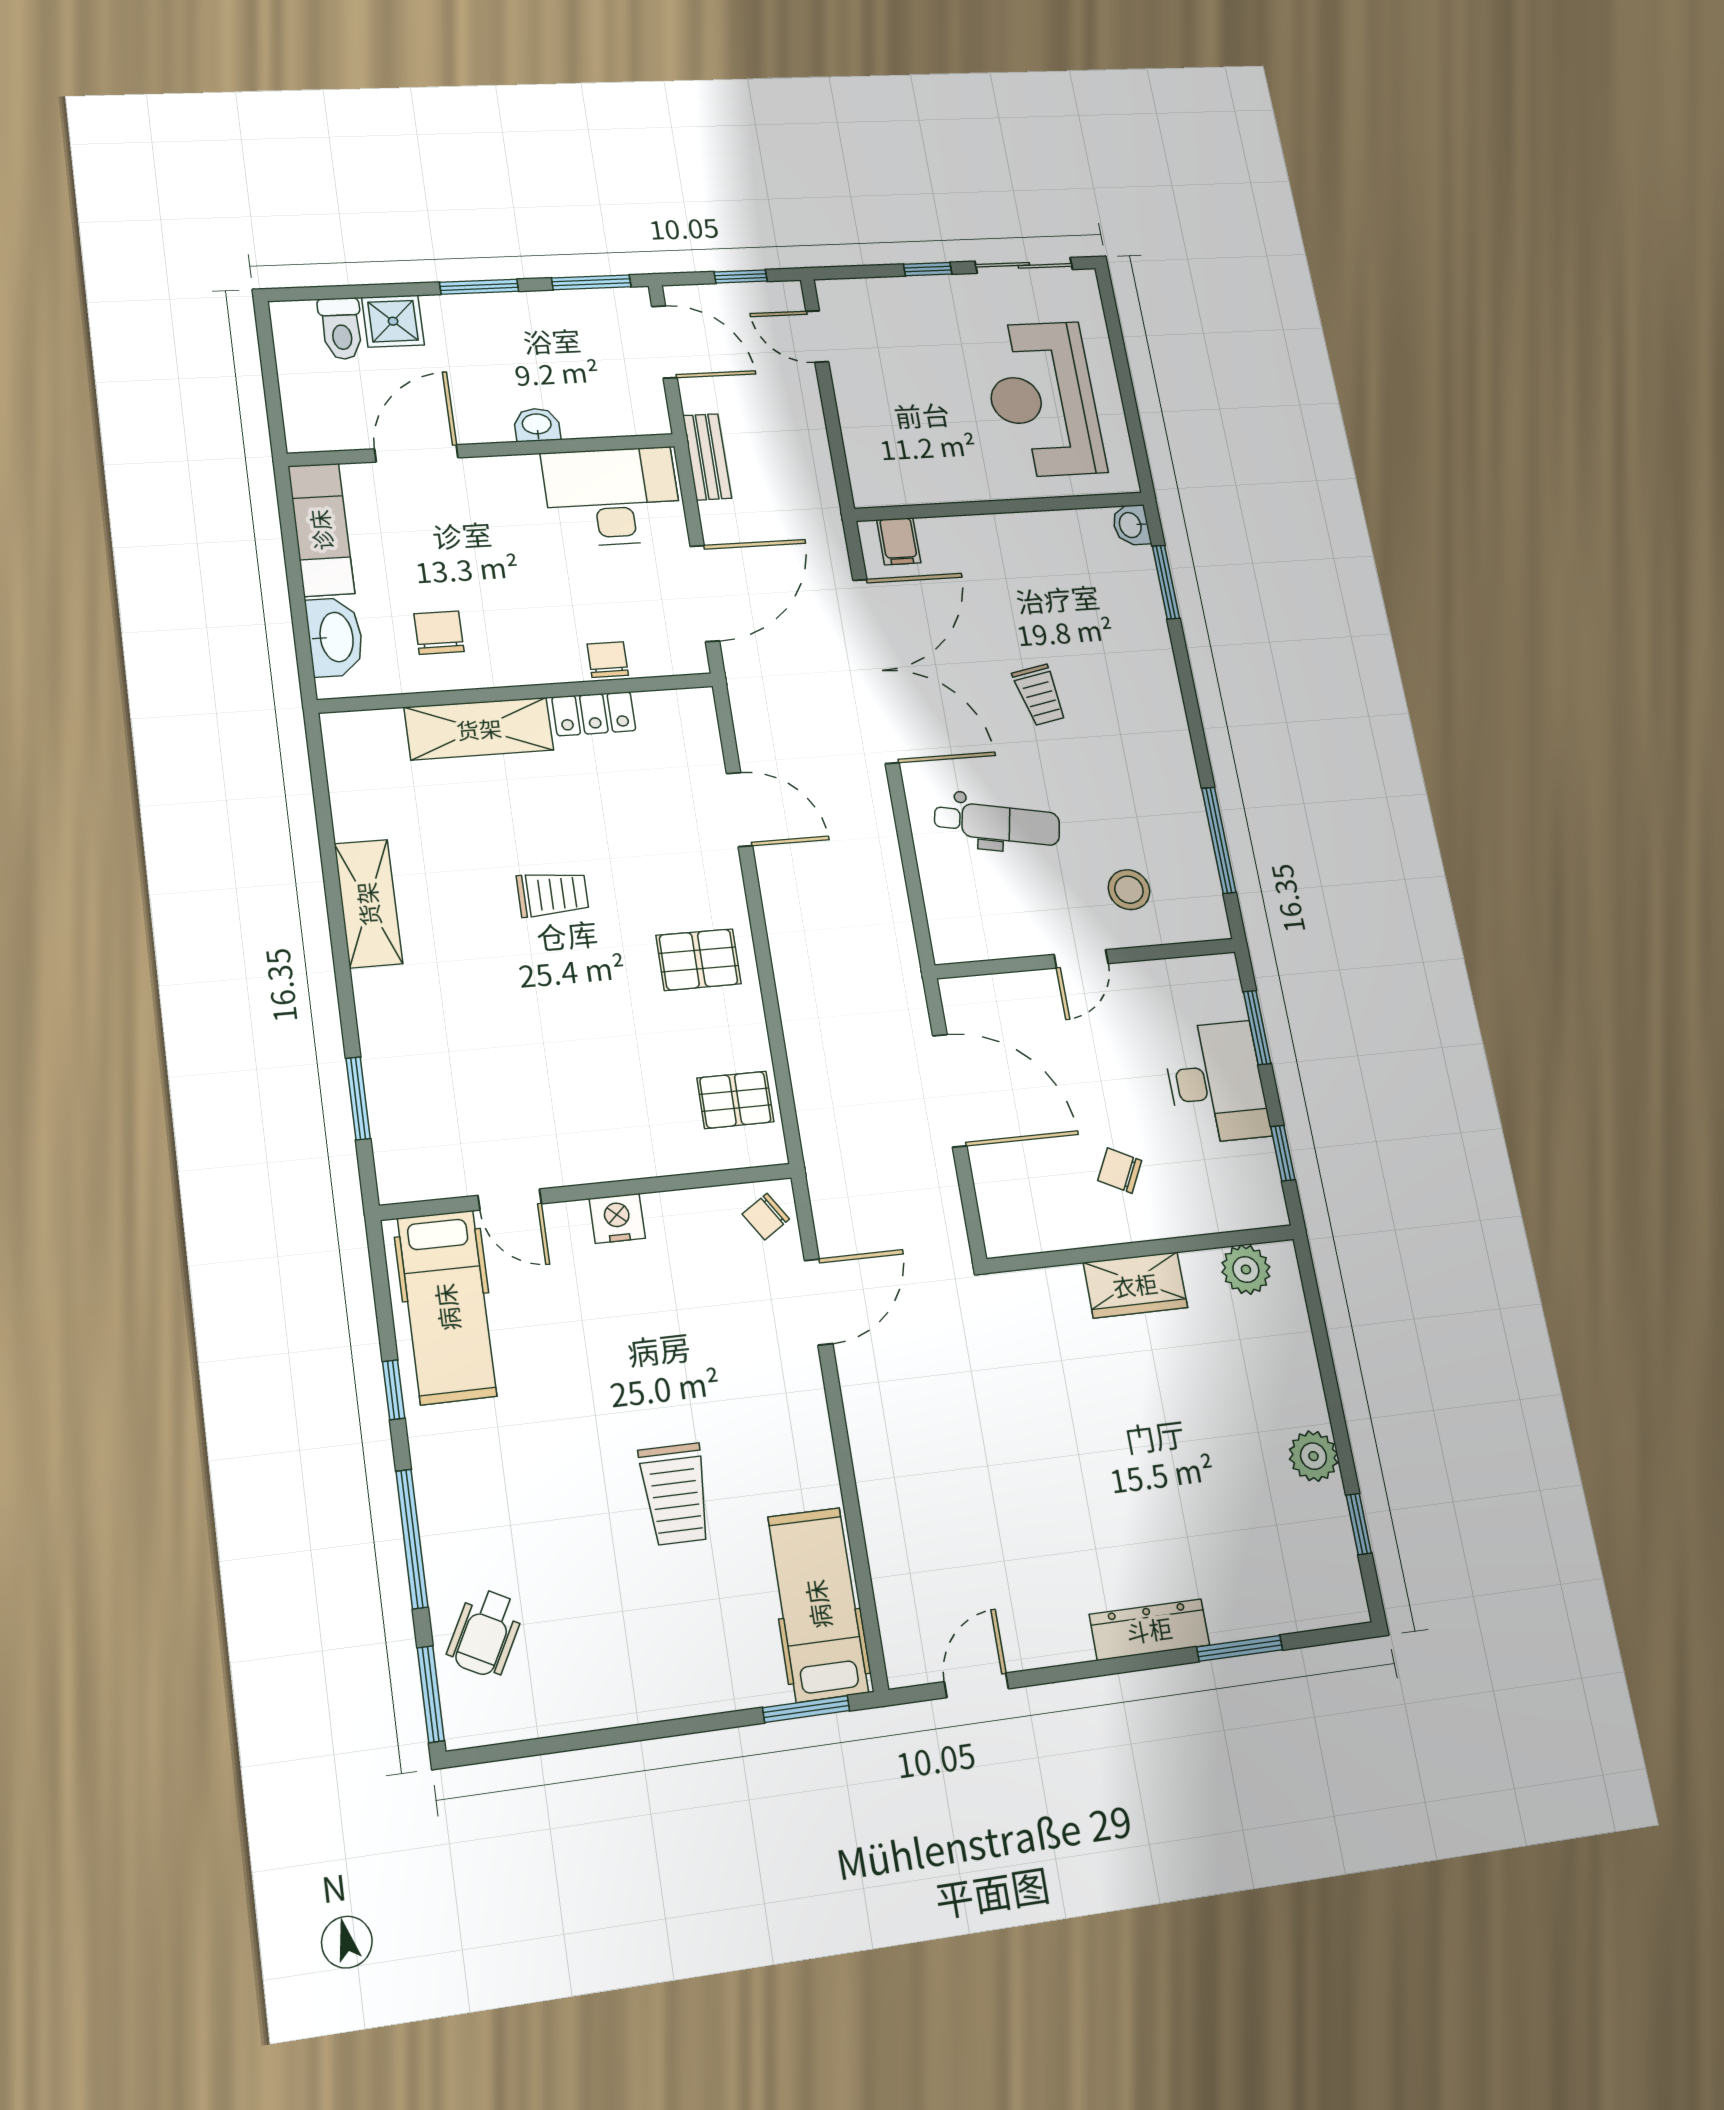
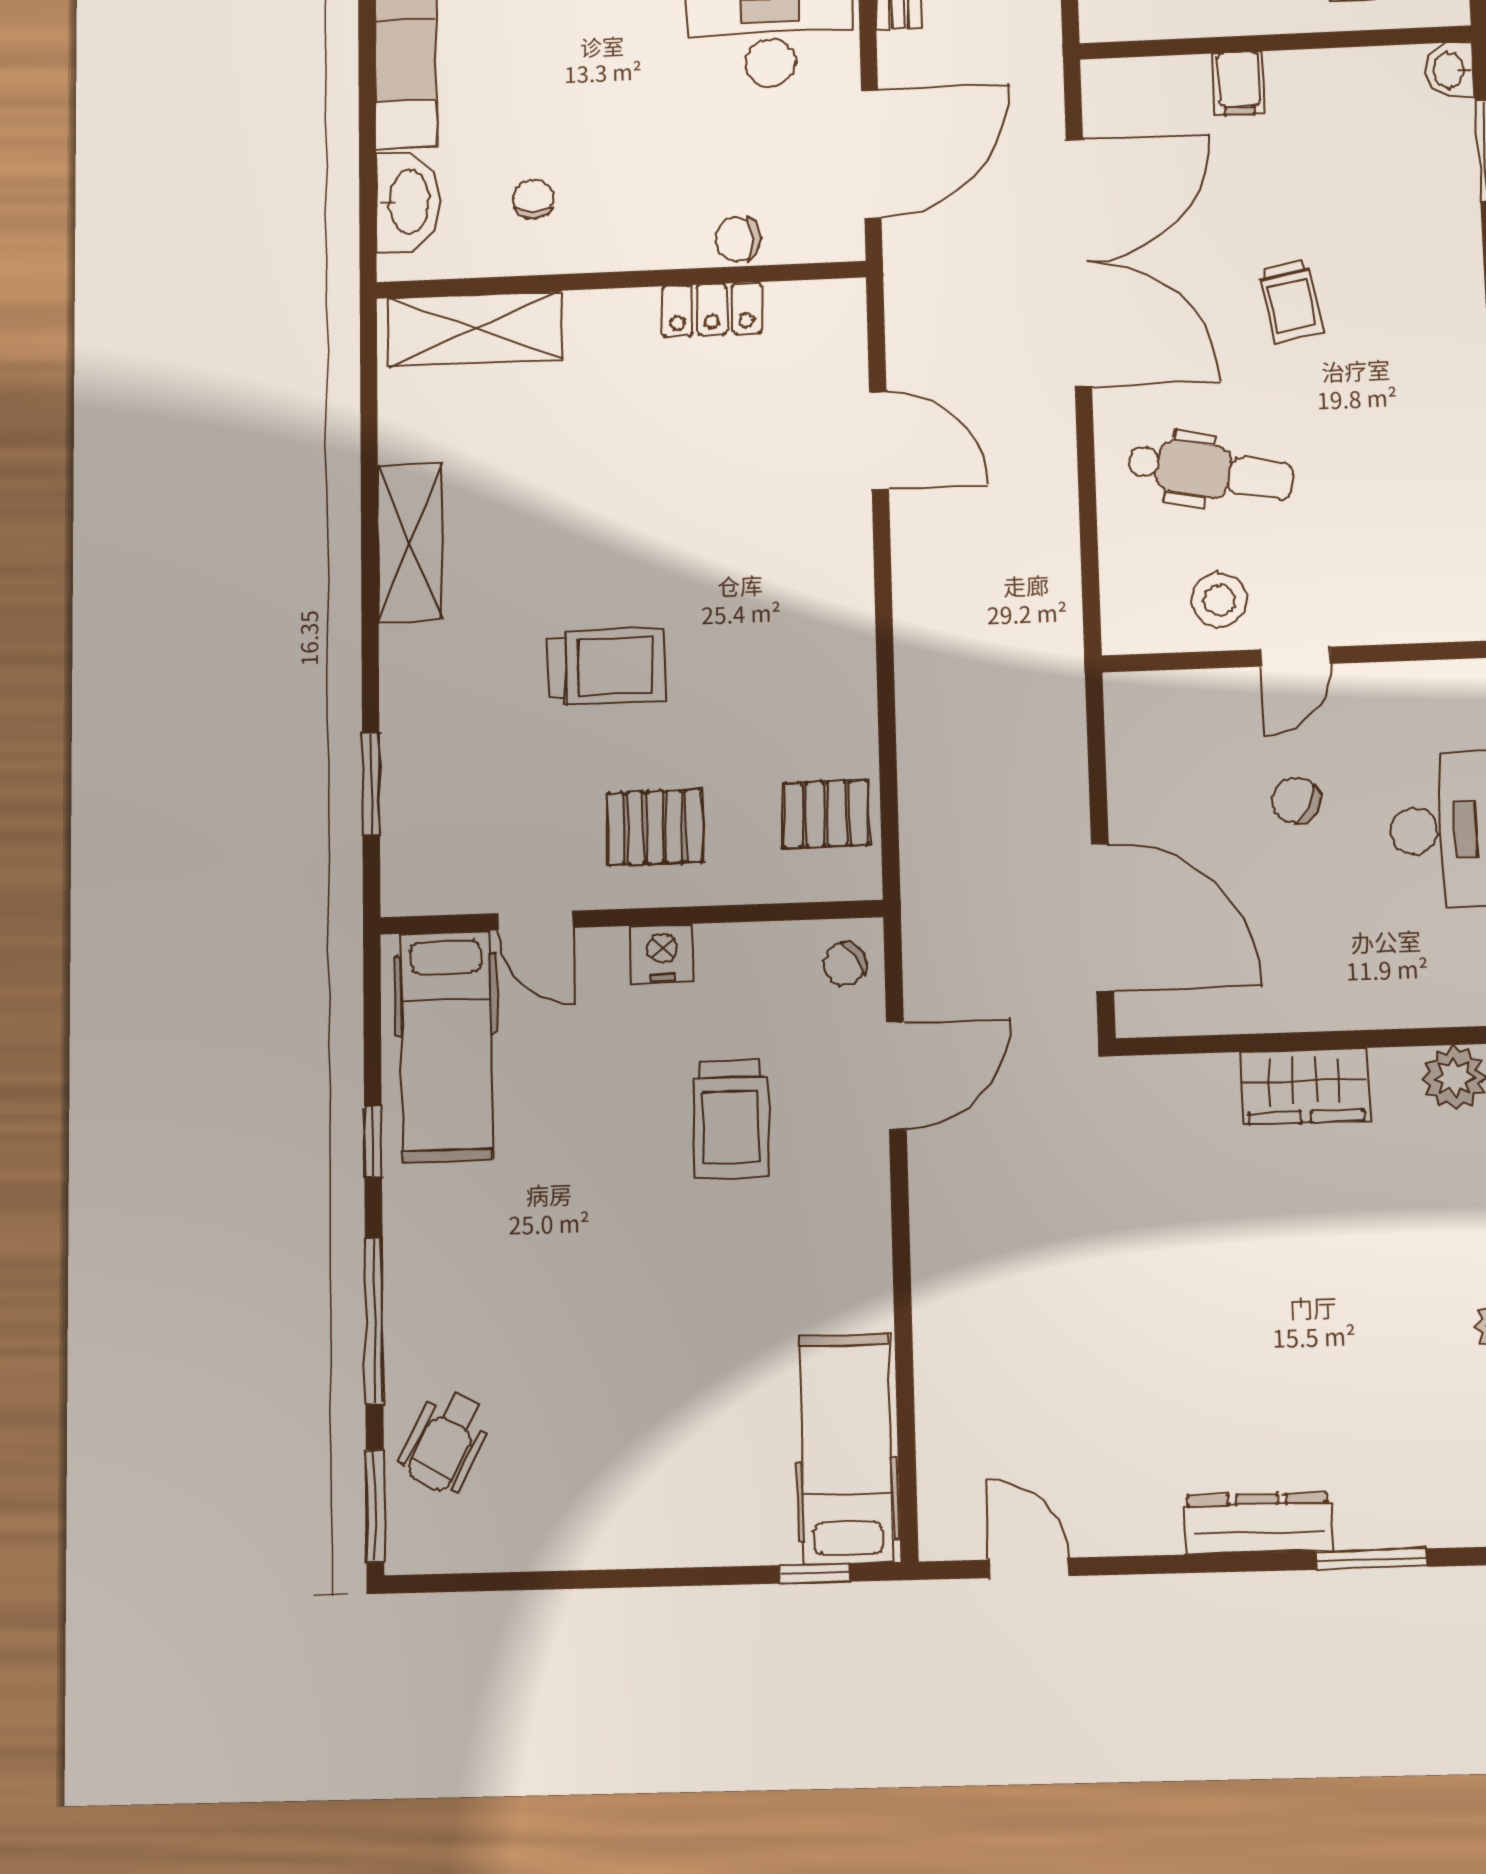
filing cabinet: (899, 541) -> (1239, 83), moved
chair: (439, 633) -> (533, 199), width x0.73, depth x0.73
chair: (608, 660) -> (738, 239), turned -90
shelving: (479, 729) -> (475, 329), moved
stool: (1129, 890) -> (1219, 600), moved
trolley: (553, 894) -> (607, 667), moved, width x1.36, depth x1.39
pallet: (698, 960) -> (655, 827), moved
door: (950, 1091) -> (1102, 917), moved
chair: (1120, 1171) -> (1296, 801), moved
trolley: (675, 1494) -> (731, 1119), moved
door: (977, 1685) -> (1029, 1568), hinge flipped
window: (806, 1709) -> (815, 1573), width x0.67

